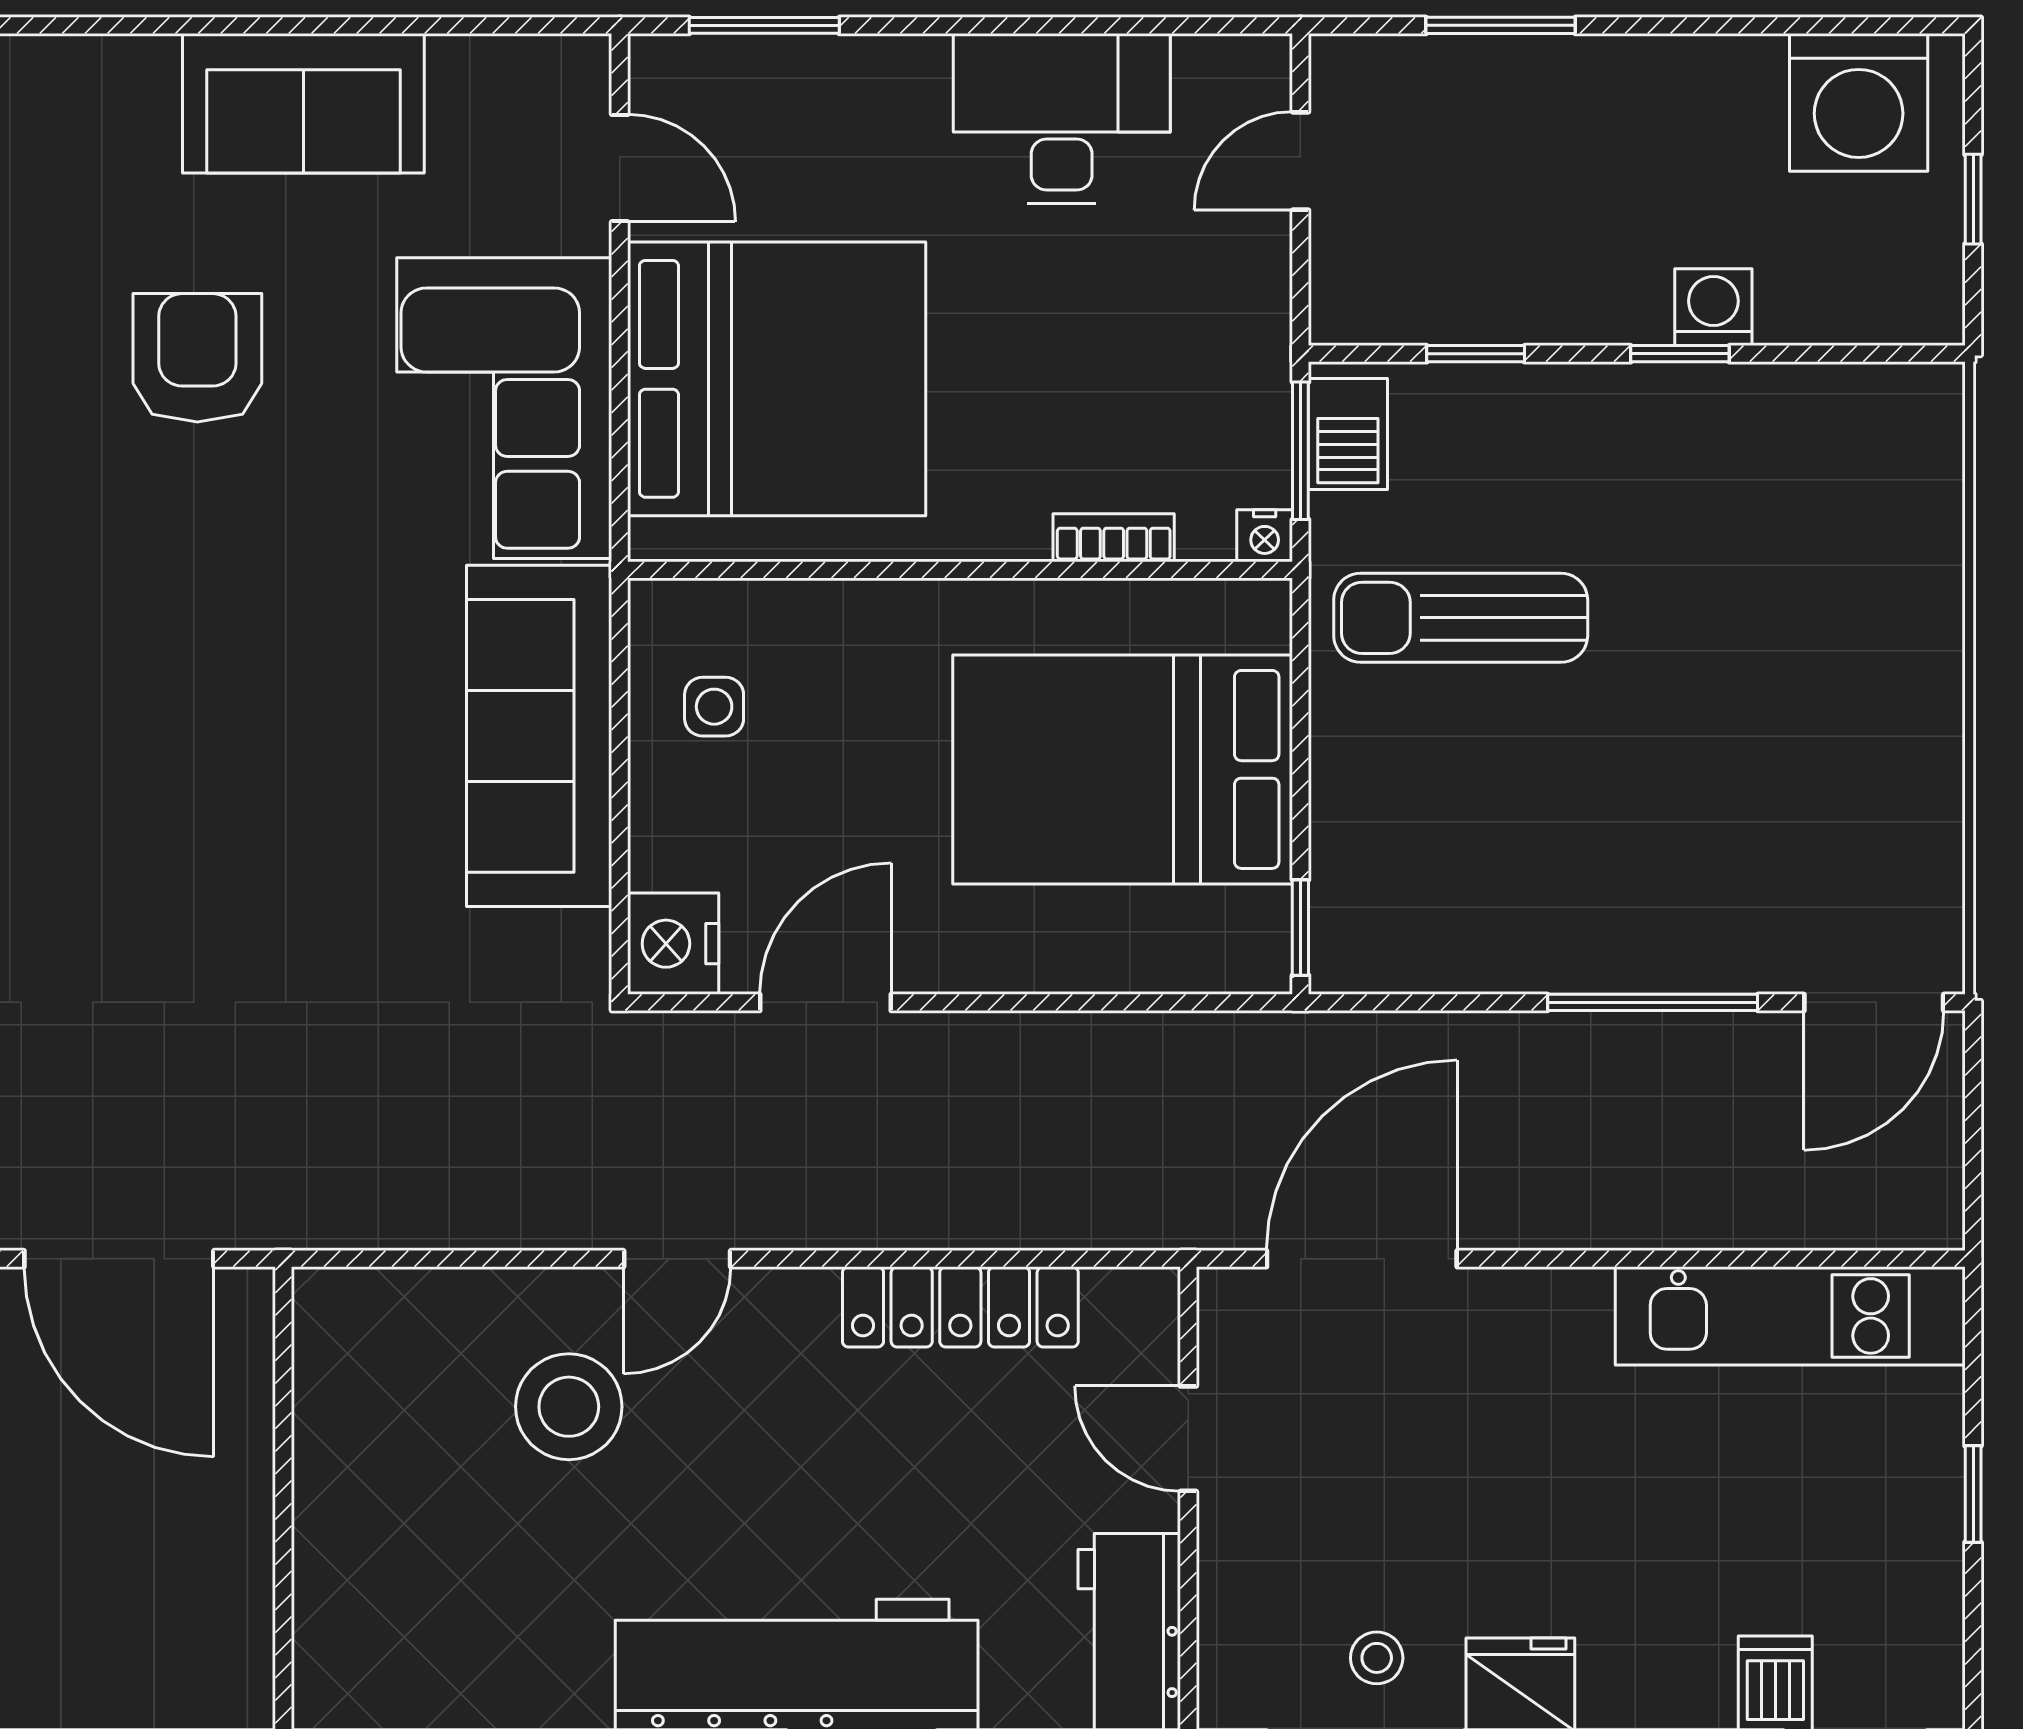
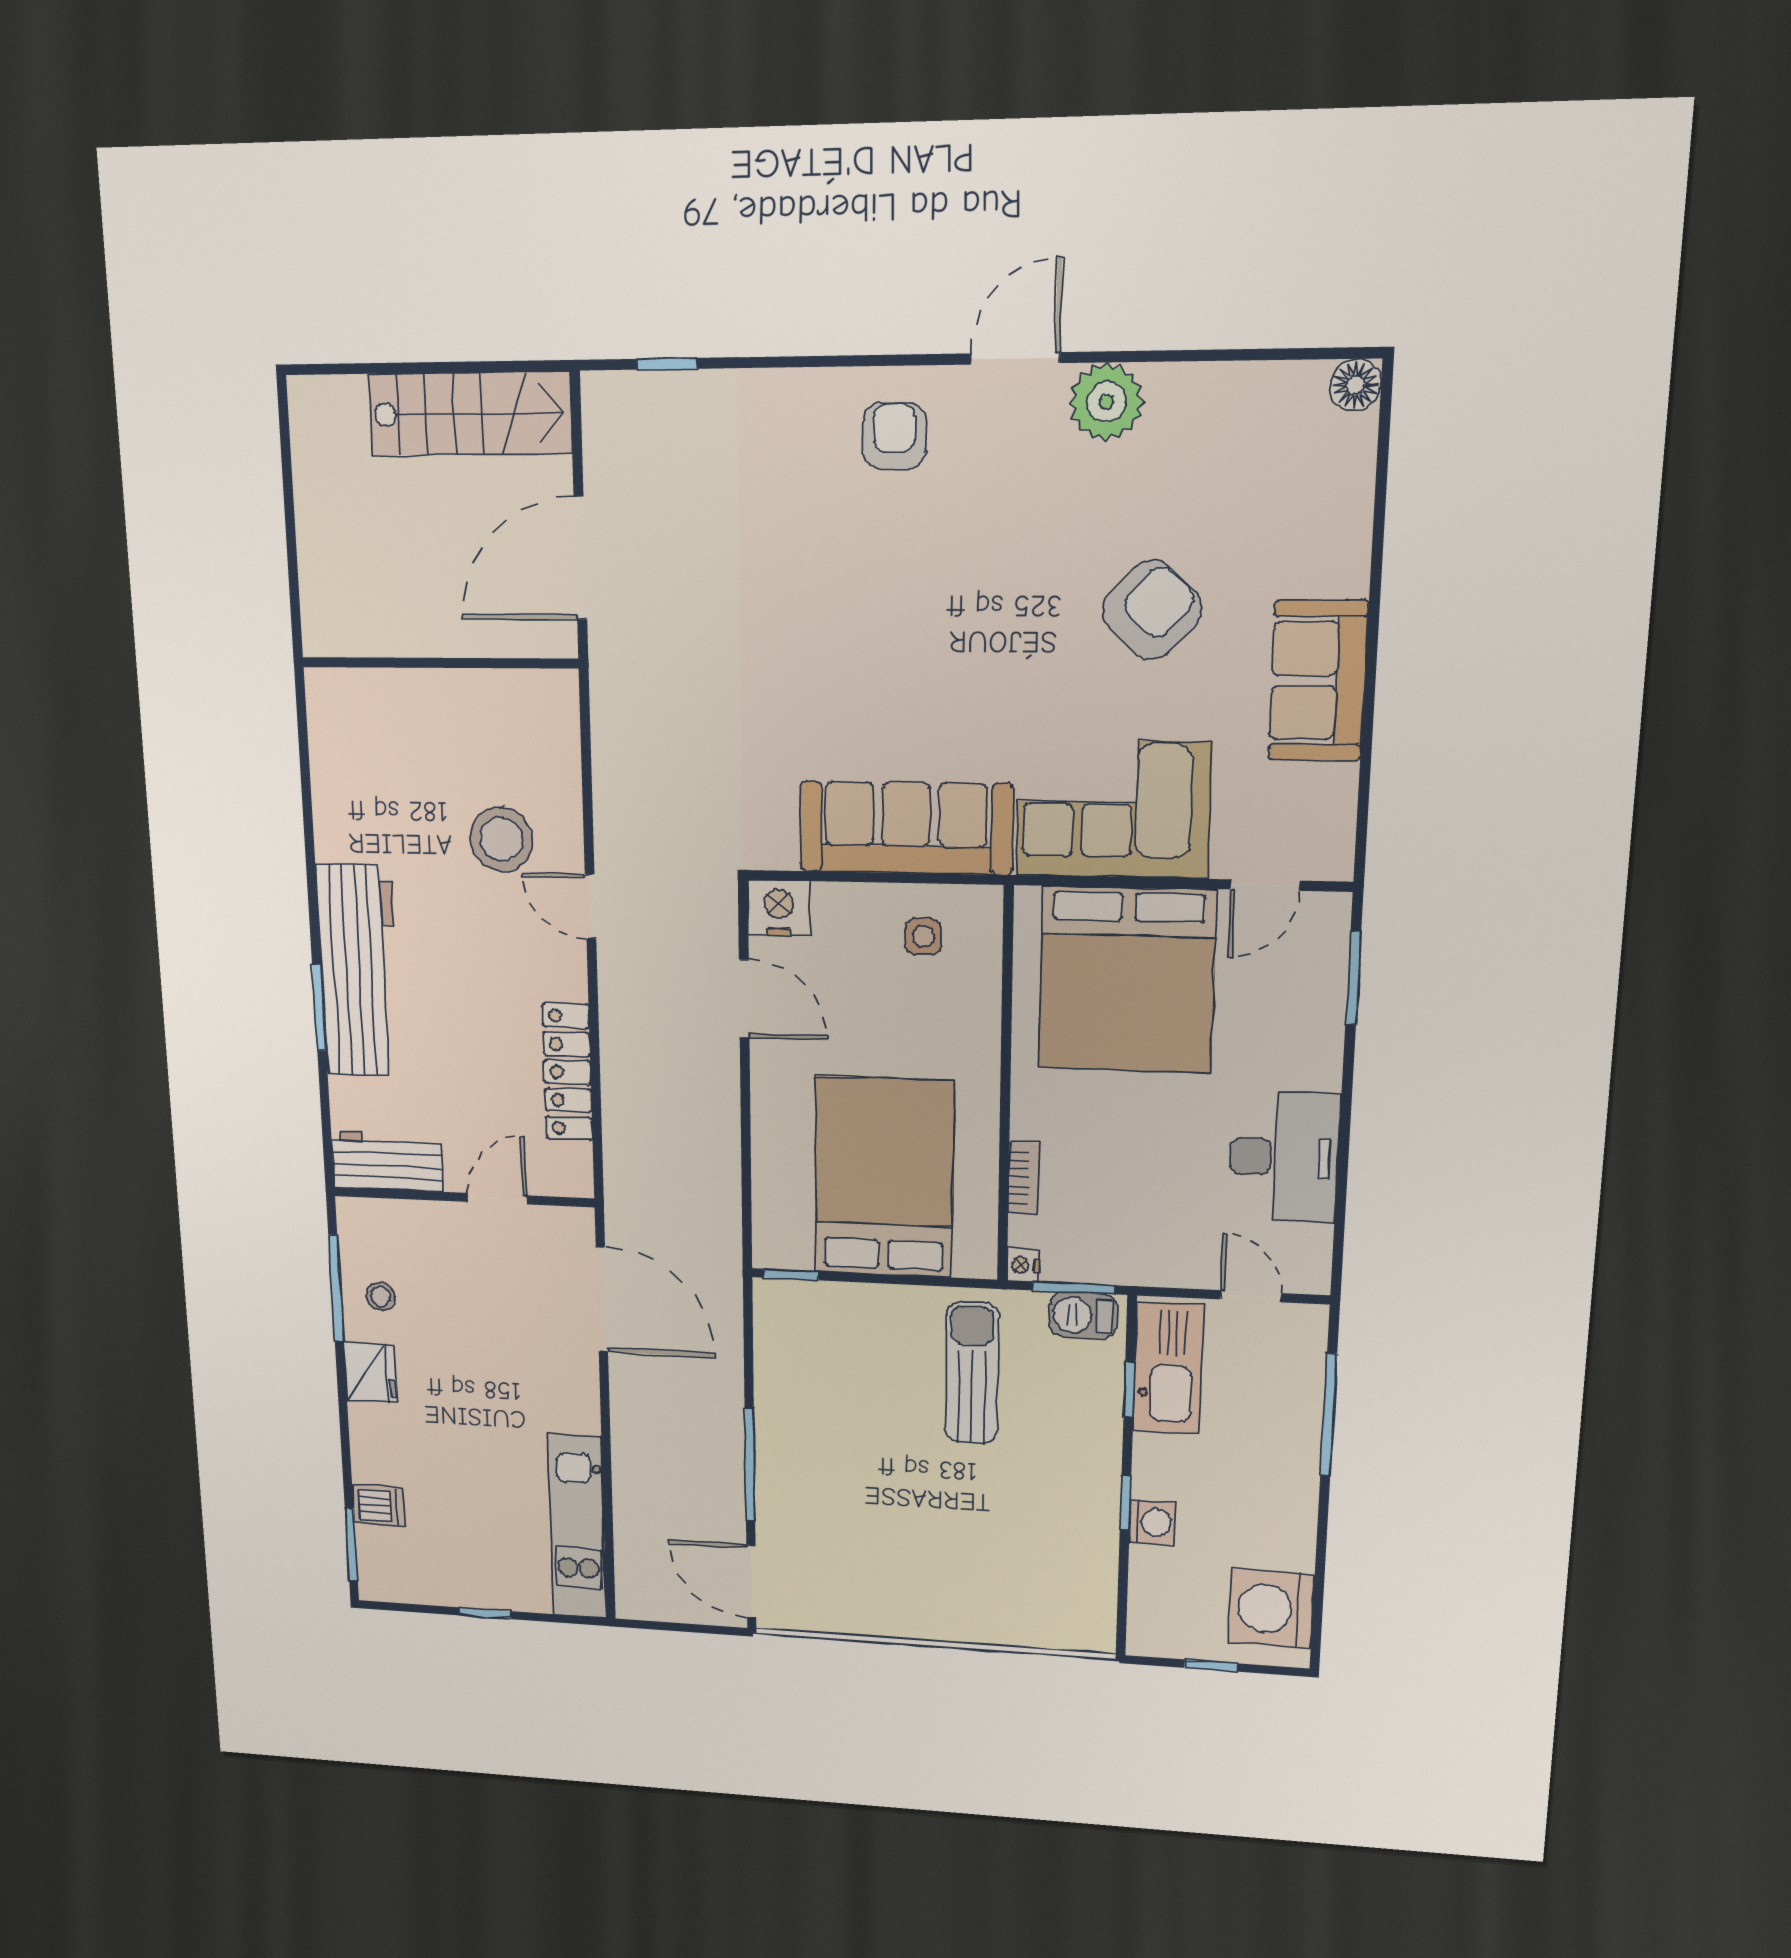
window: (1501, 25) -> (1329, 1415), width x1.44
kitchen sink: (1433, 291) -> (1168, 1368), added
armchair: (197, 358) -> (1152, 610), turned -47

